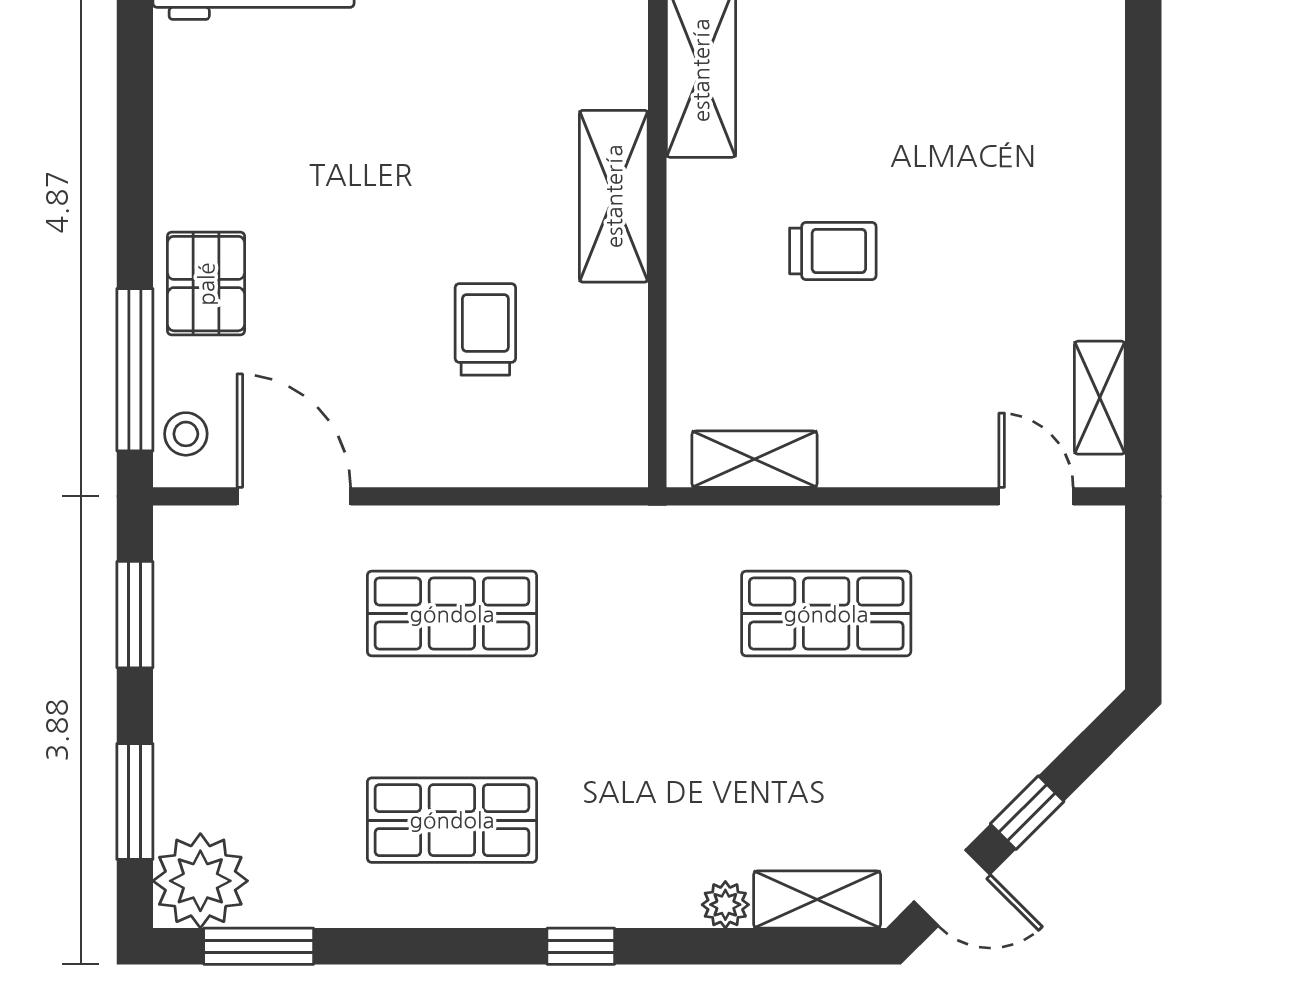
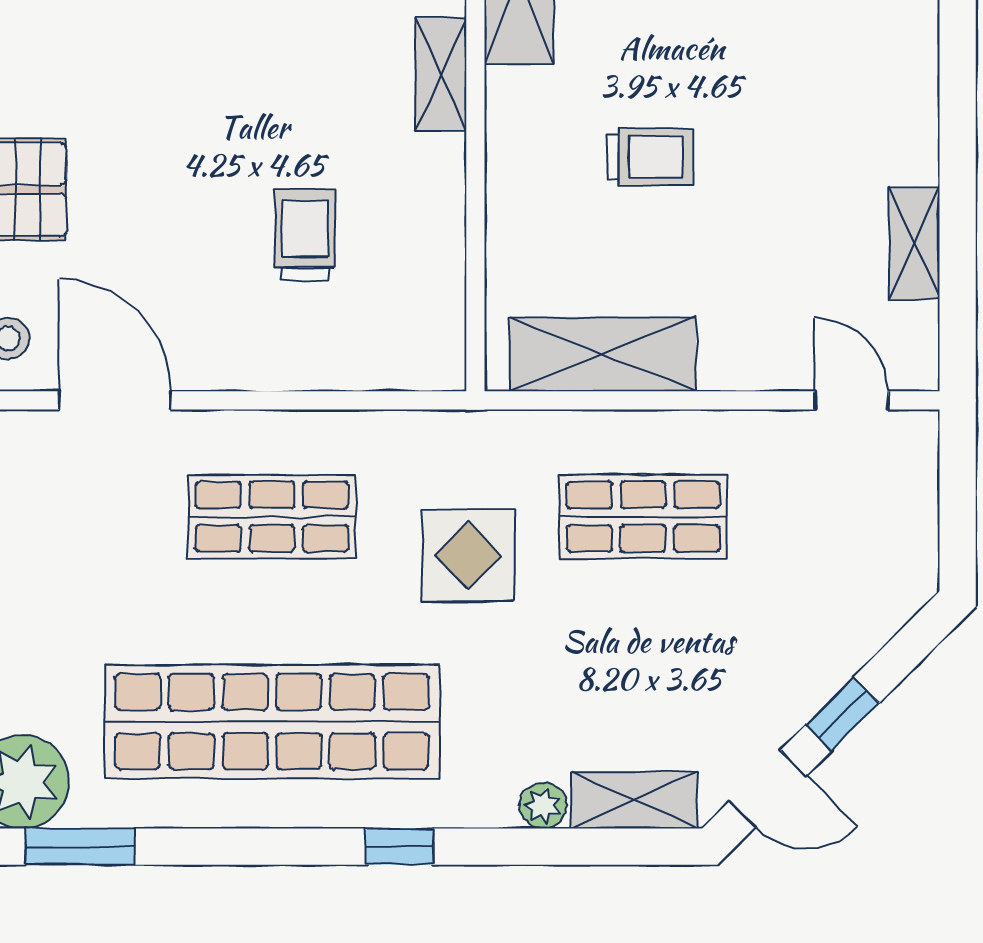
shelving: (614, 196) -> (441, 74), width x0.67, depth x0.75
shelving: (1100, 398) -> (914, 243), moved
shelving: (754, 459) -> (603, 354), width x1.50, depth x1.33
display table: (650, 653) -> (468, 555), added
shop shelf: (452, 820) -> (272, 721), width x2.00, depth x1.36

